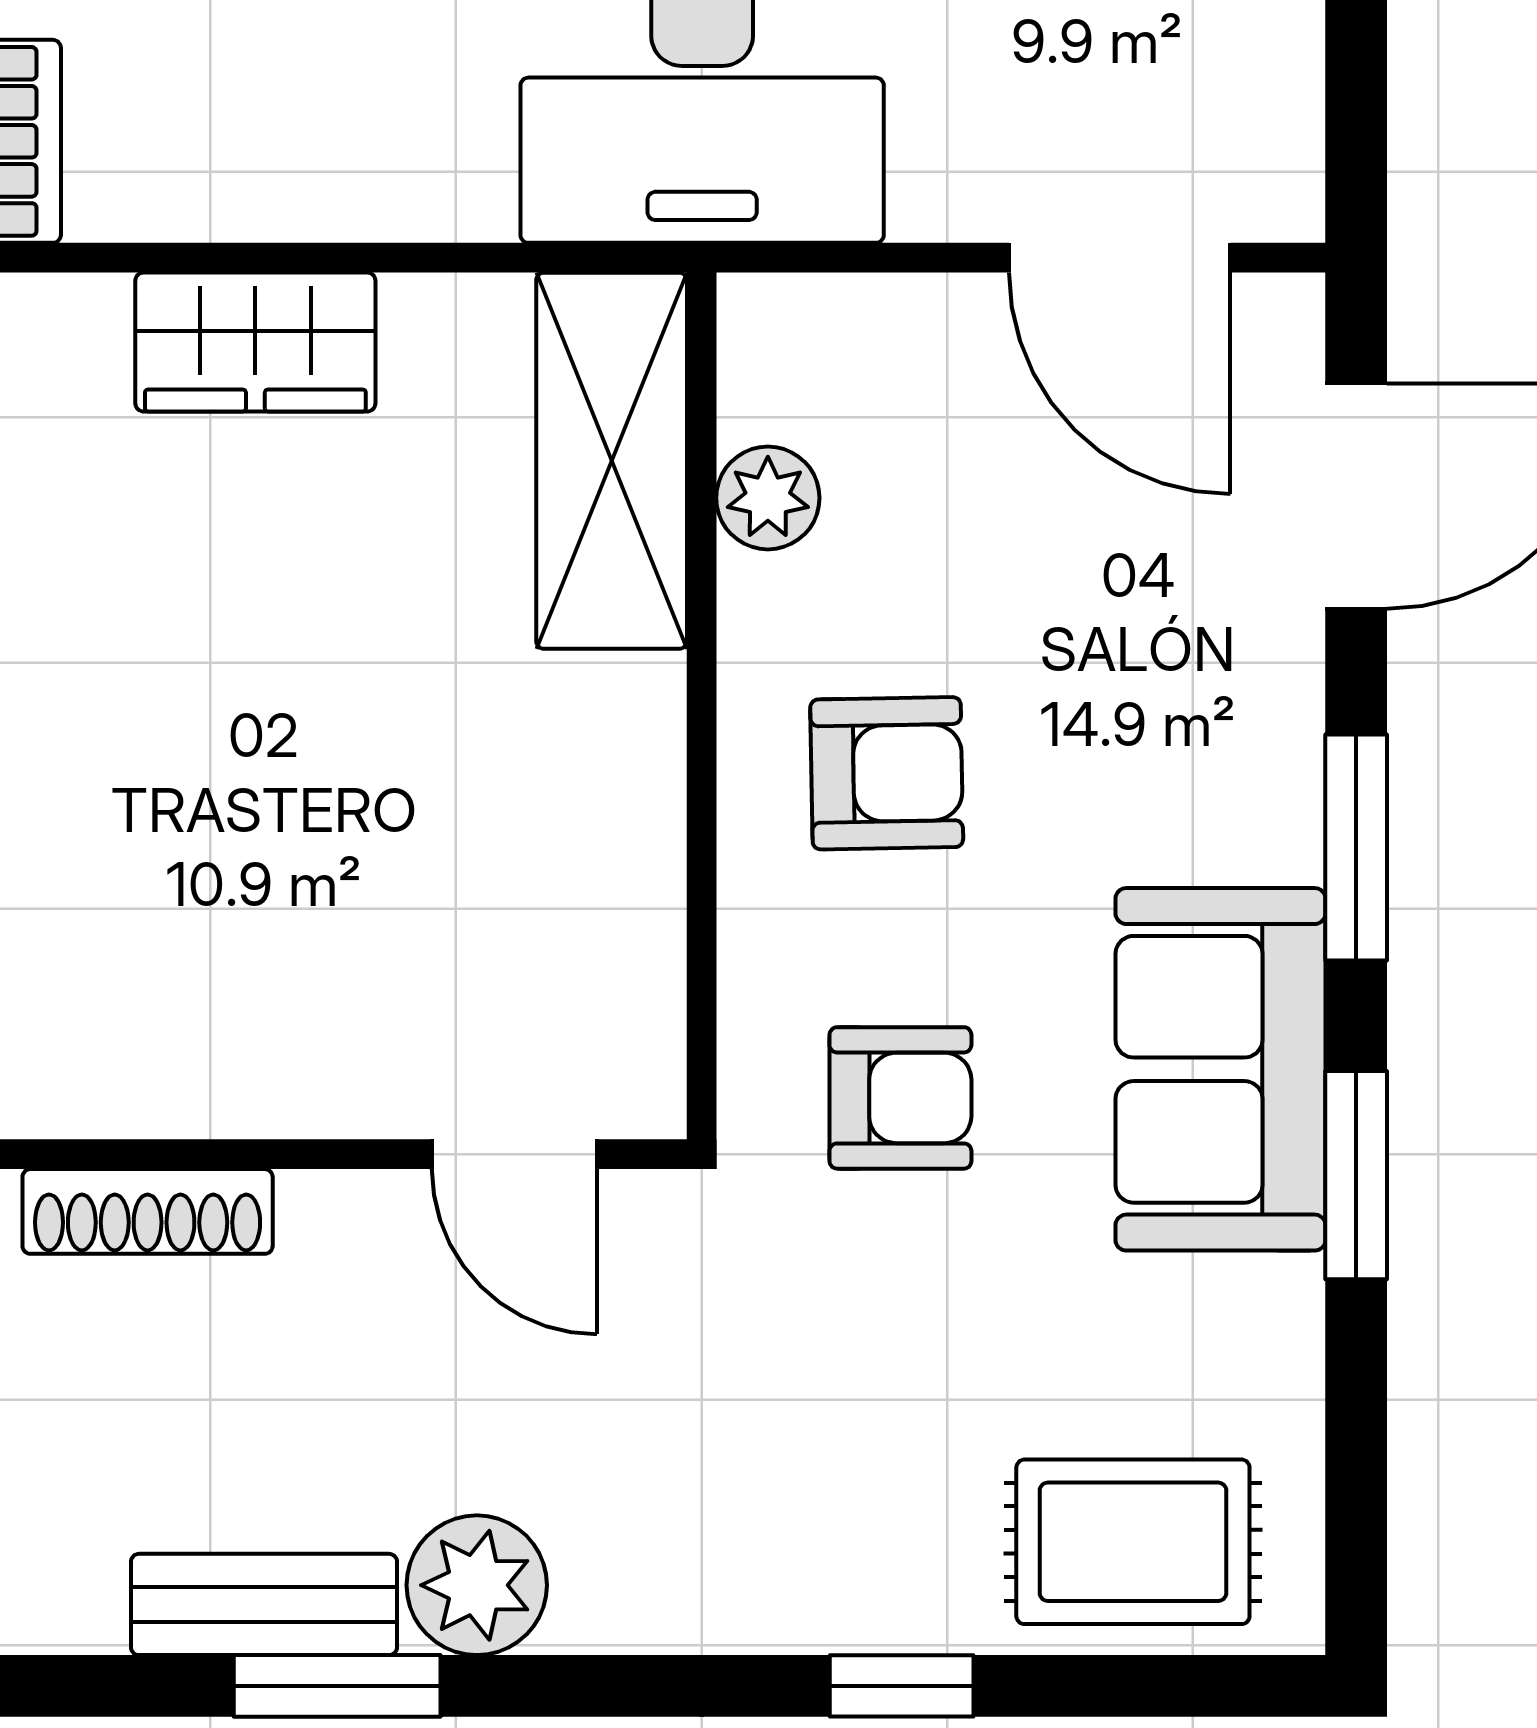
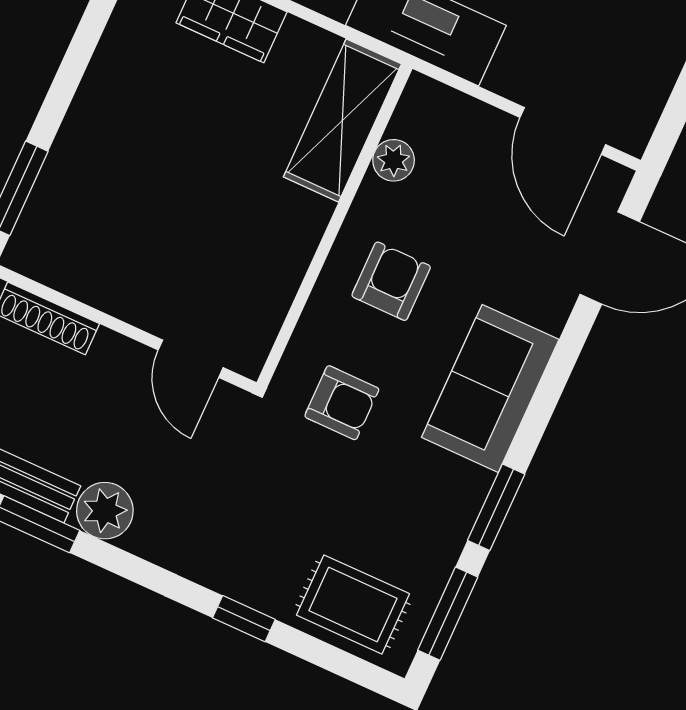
armchair: (887, 773) -> (391, 281), turned -89
window: (1356, 848) -> (448, 614), moved
sofa: (1220, 1069) -> (490, 388), moved

